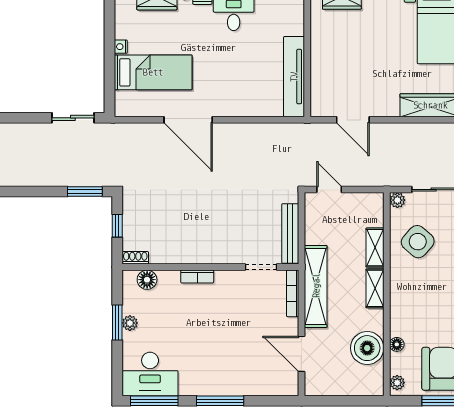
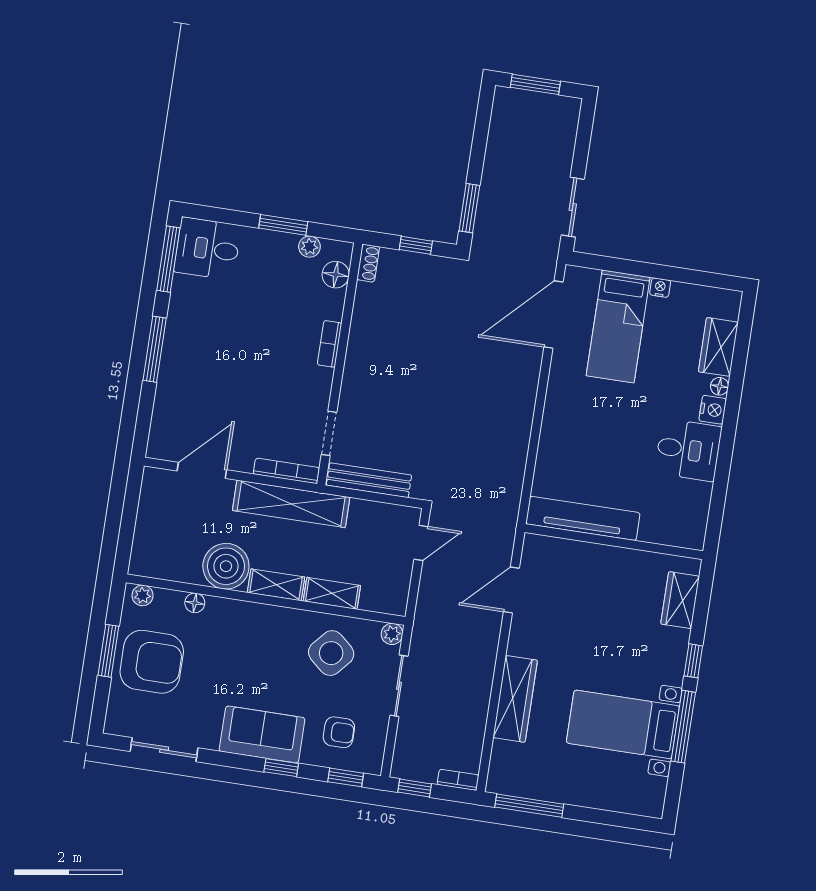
door: (188, 120) -> (554, 315), moved
plant: (130, 323) -> (309, 247), moved
boiler: (367, 348) -> (226, 566), moved
desk: (150, 374) -> (207, 249), width x0.73

